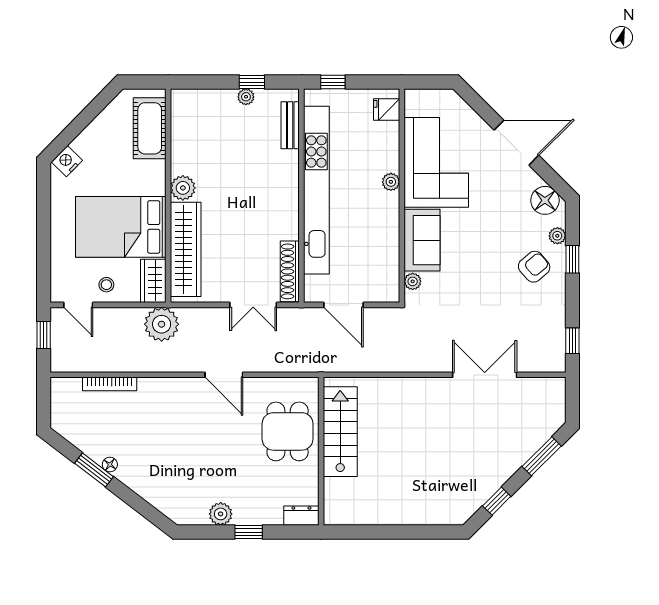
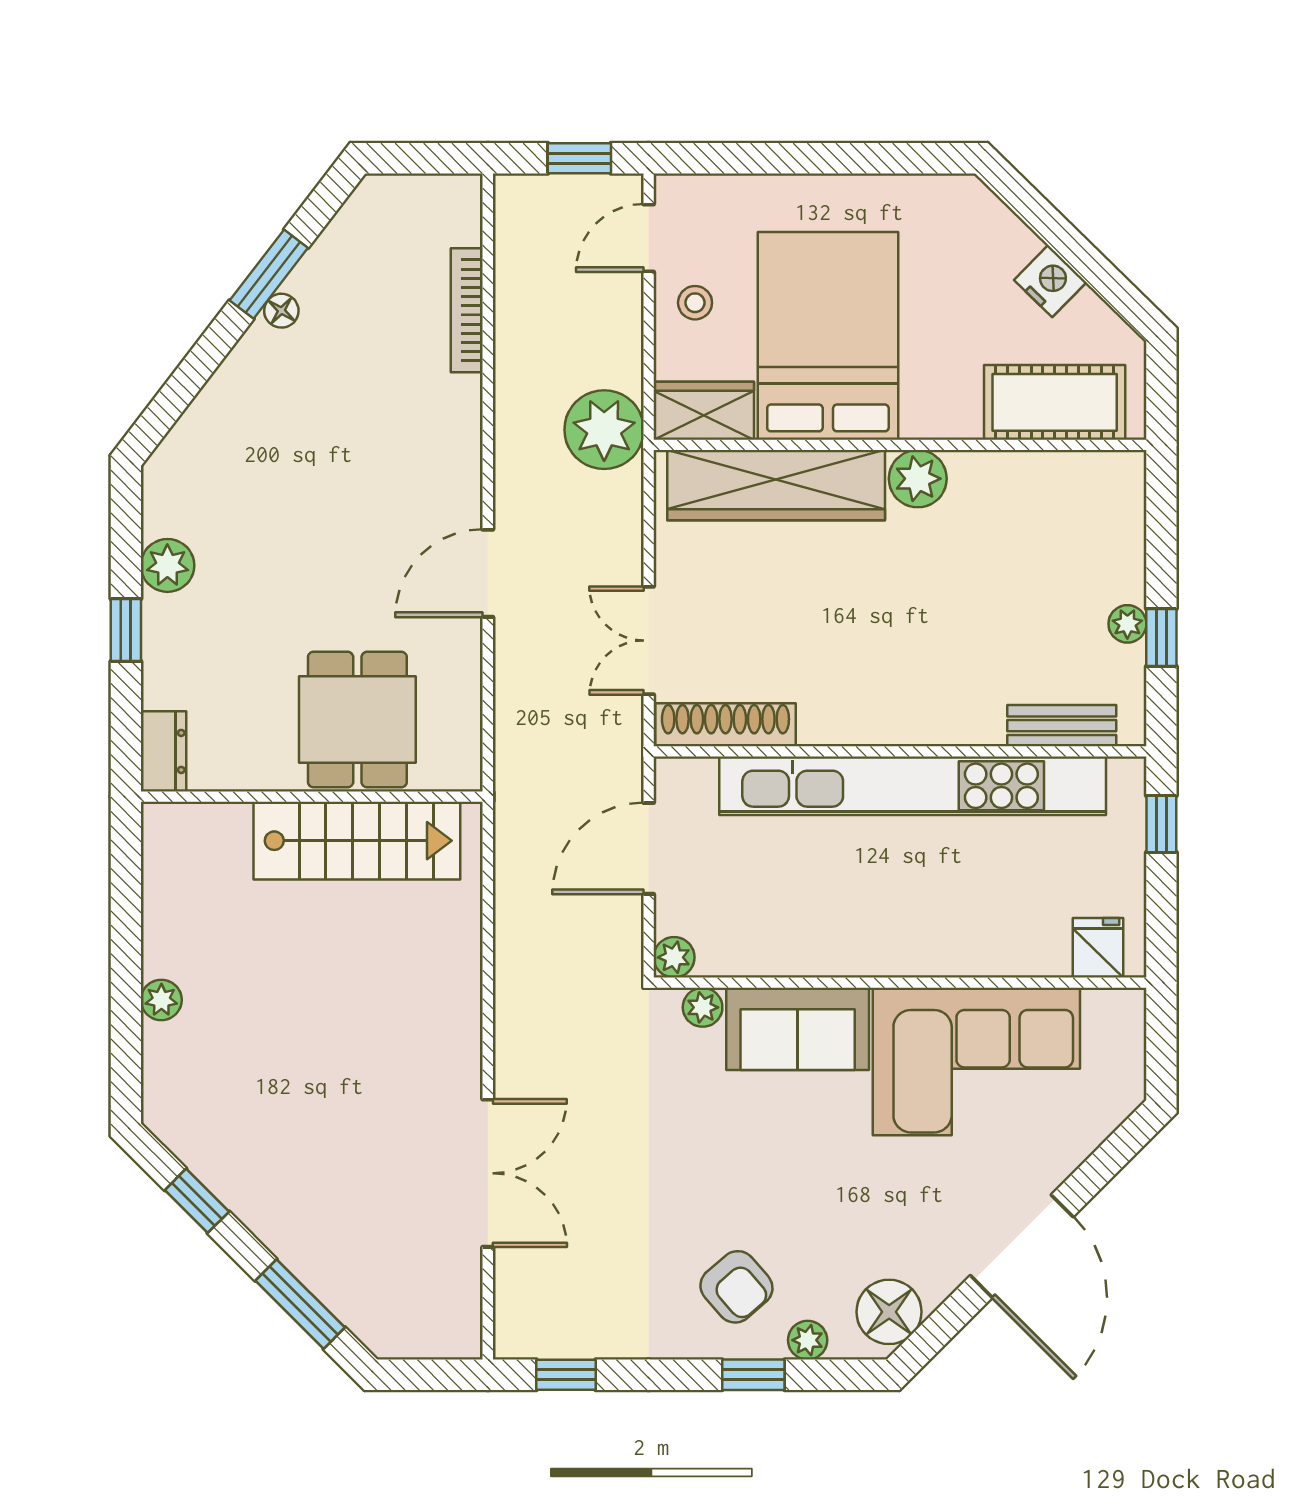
nightstand: (67, 161) -> (1050, 281), moved
plant: (391, 182) -> (674, 957), moved
dining table: (288, 431) -> (357, 720), turned 90
plant: (409, 517) -> (161, 1000), added

